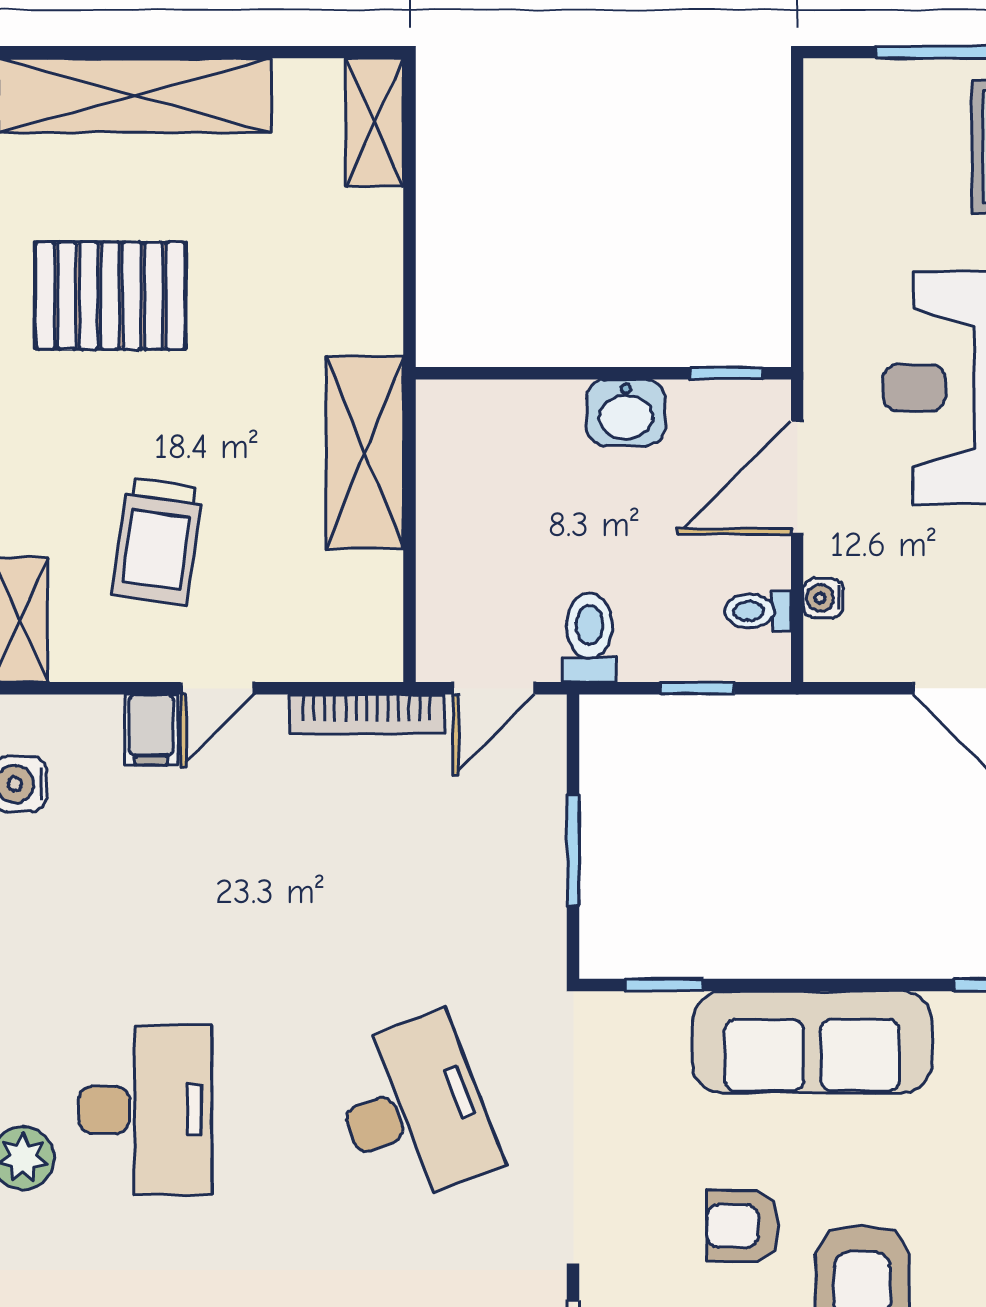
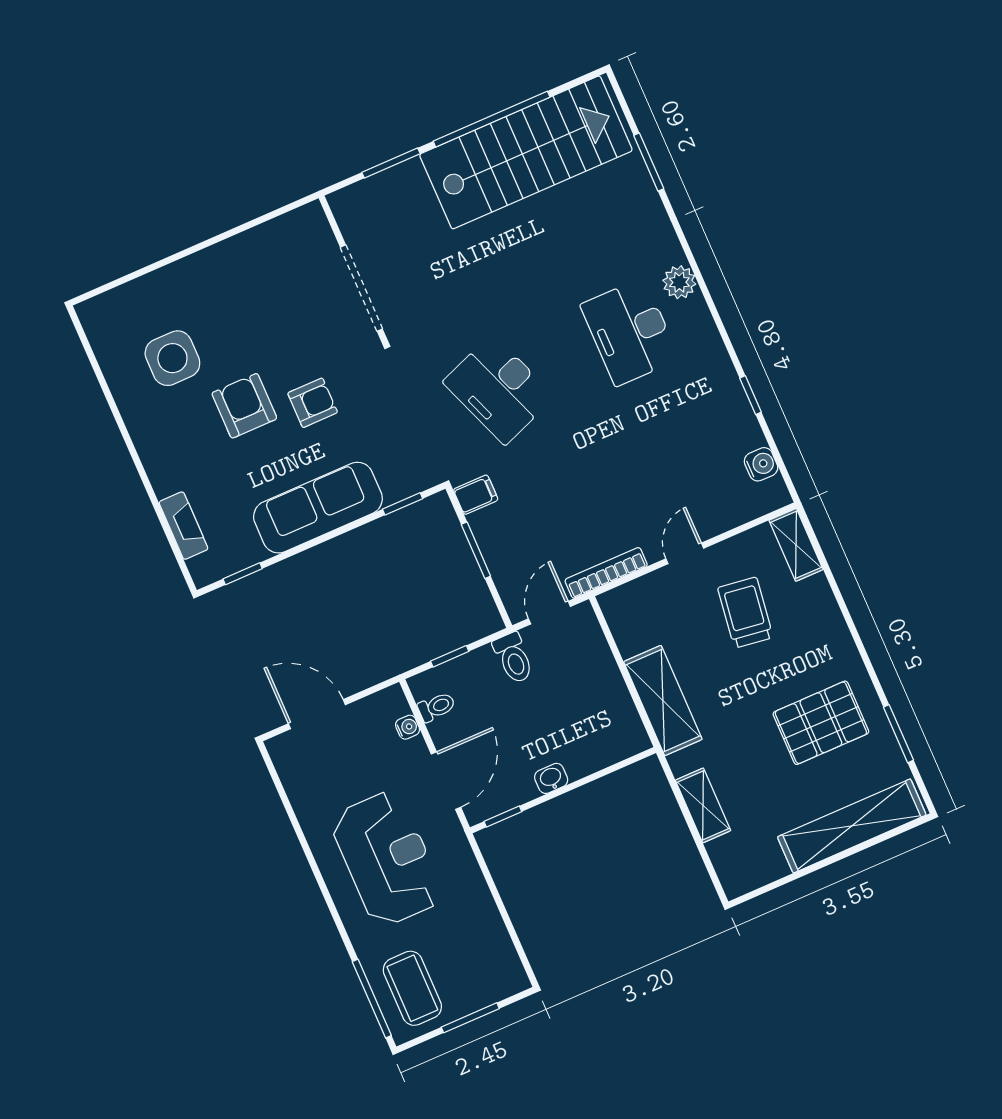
shelving: (375, 122) -> (703, 805), moved
washbasin: (626, 413) -> (551, 778), width x0.72, depth x0.69
filing cabinet: (151, 729) -> (476, 495), moved, turned 90

